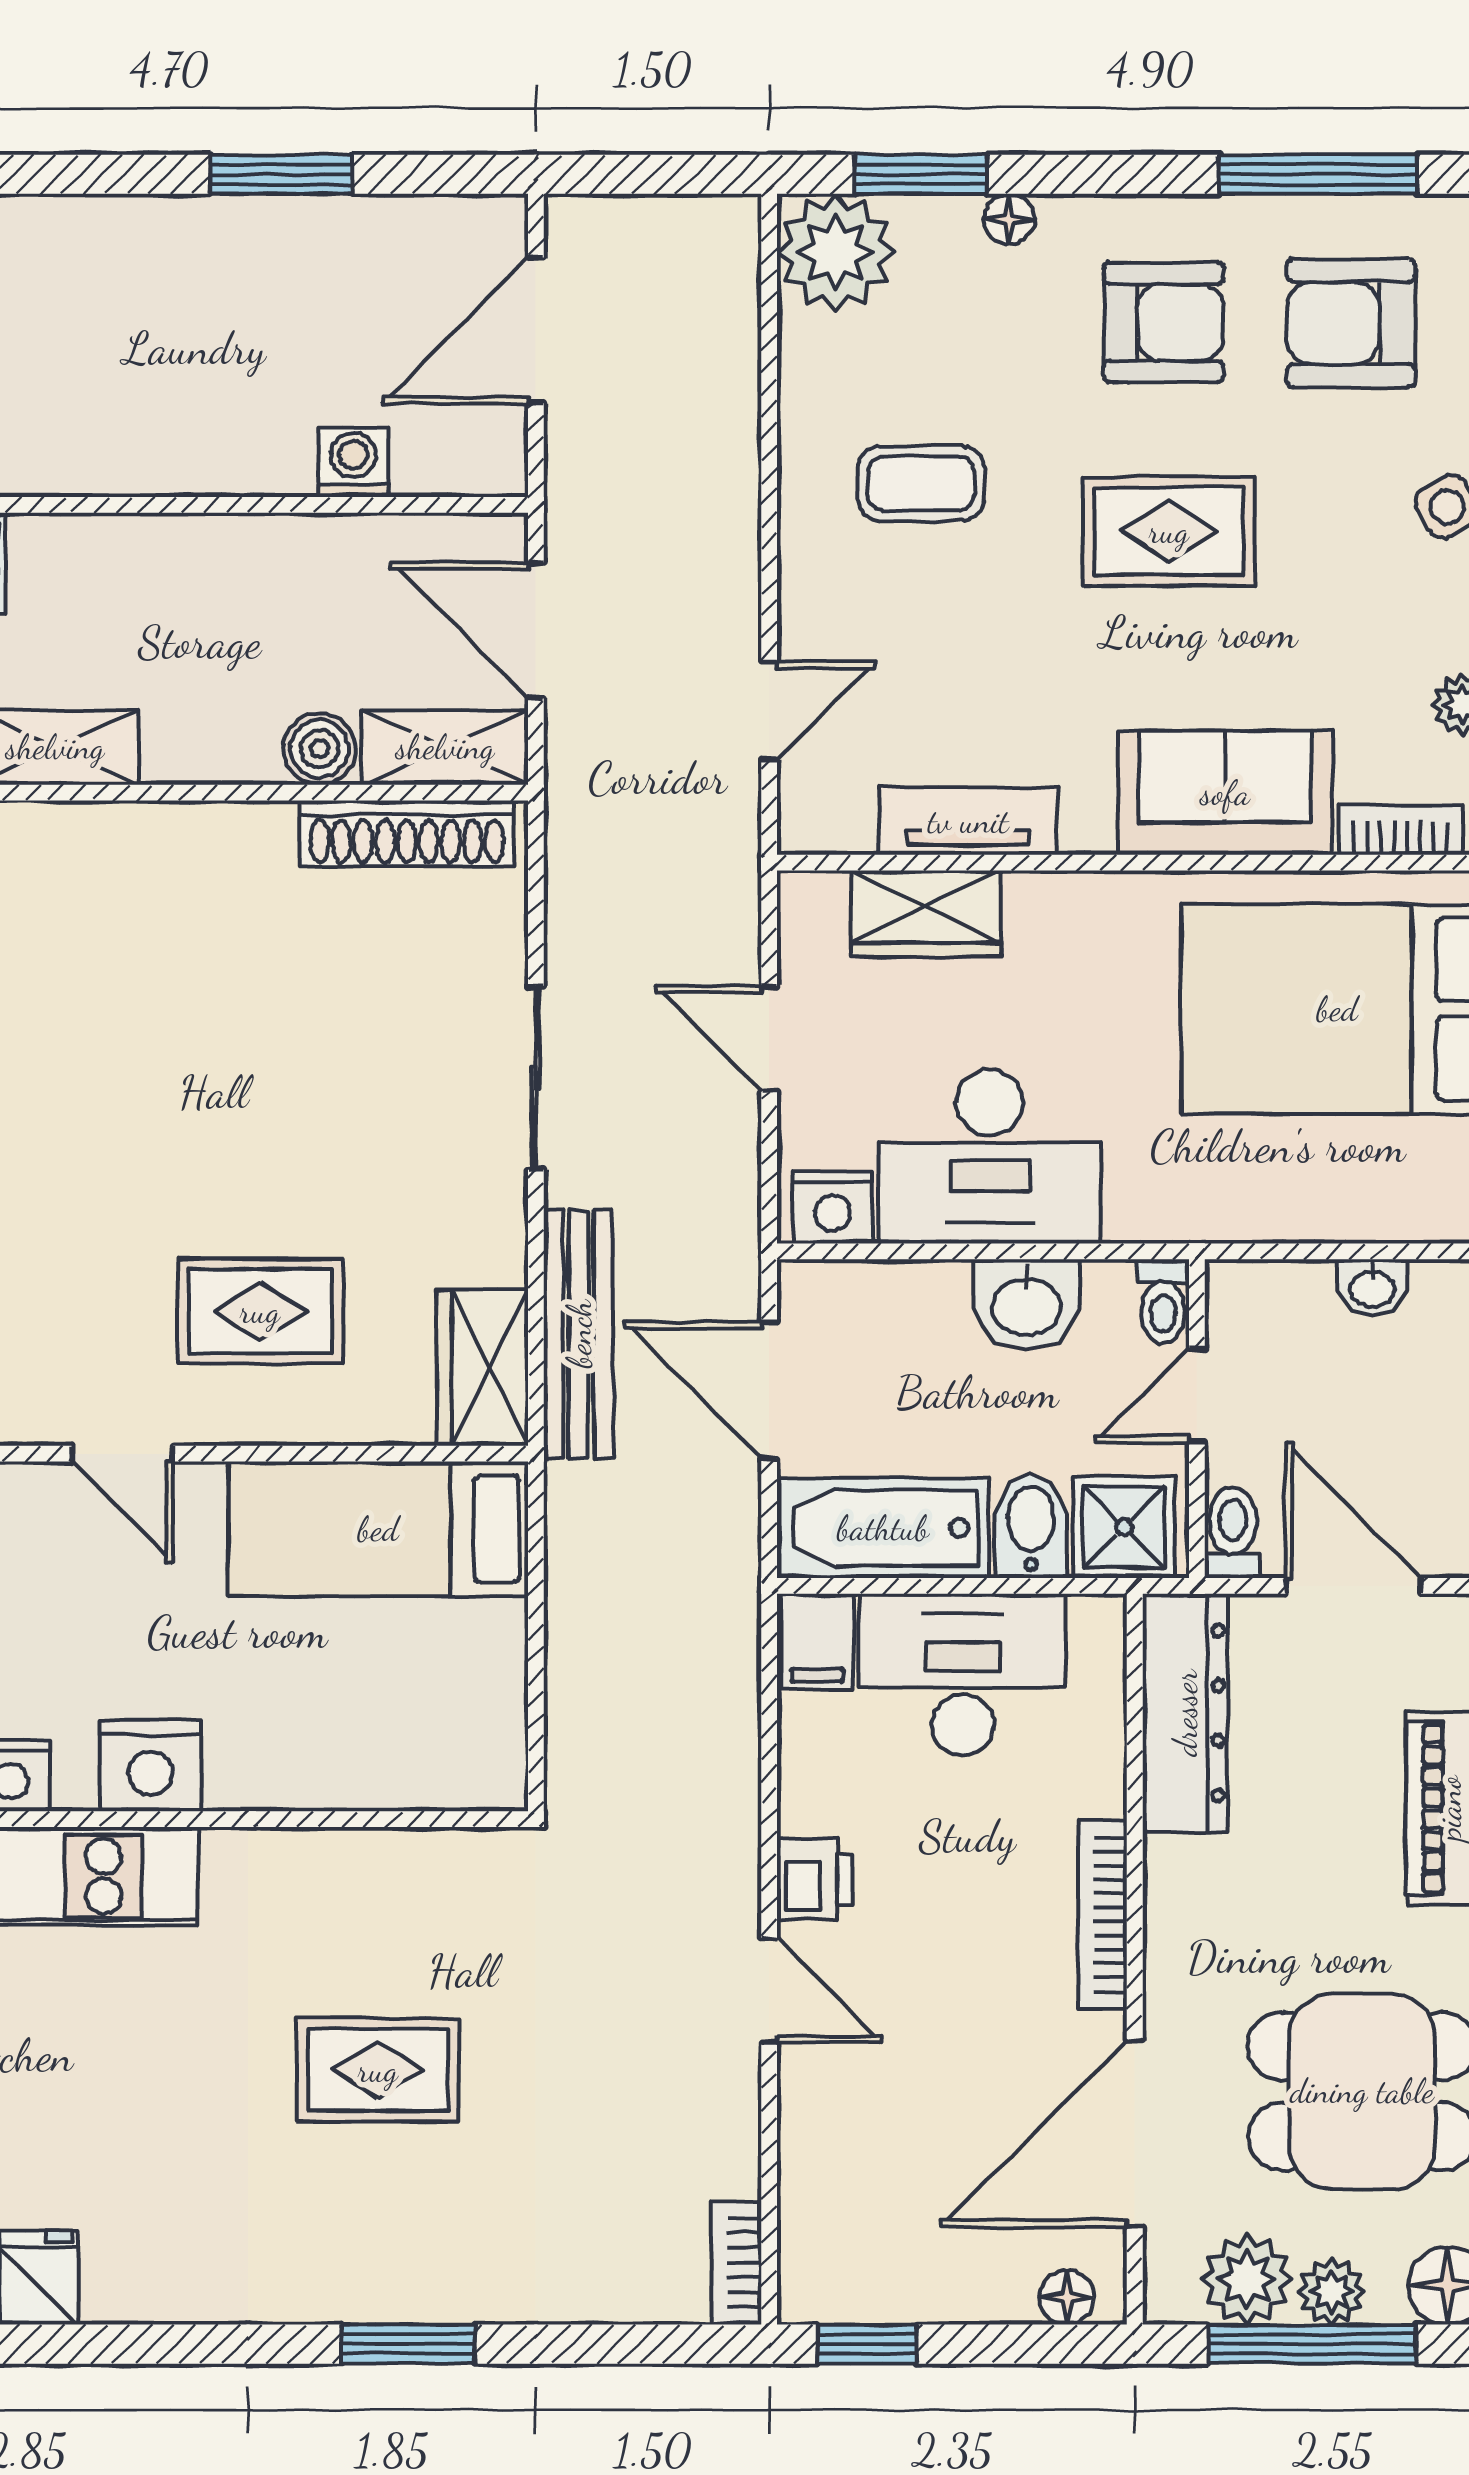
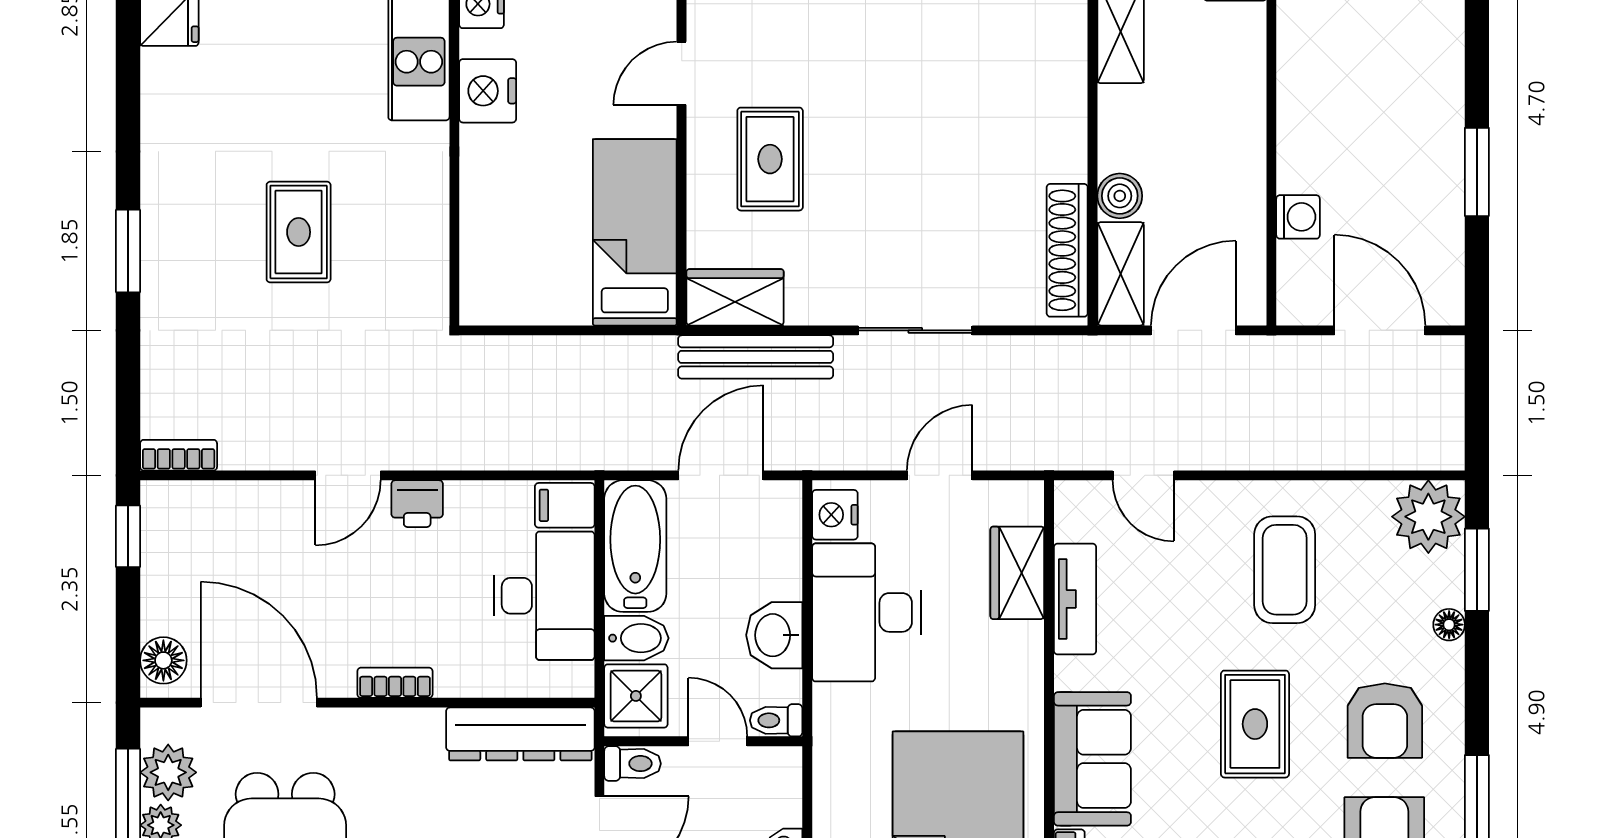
coffee table: (921, 483) -> (1285, 570), width x1.36, depth x1.30
bookcase: (1103, 1915) -> (395, 683), width x0.64
floor lamp: (1067, 2297) -> (163, 660), width x1.37, depth x1.37

